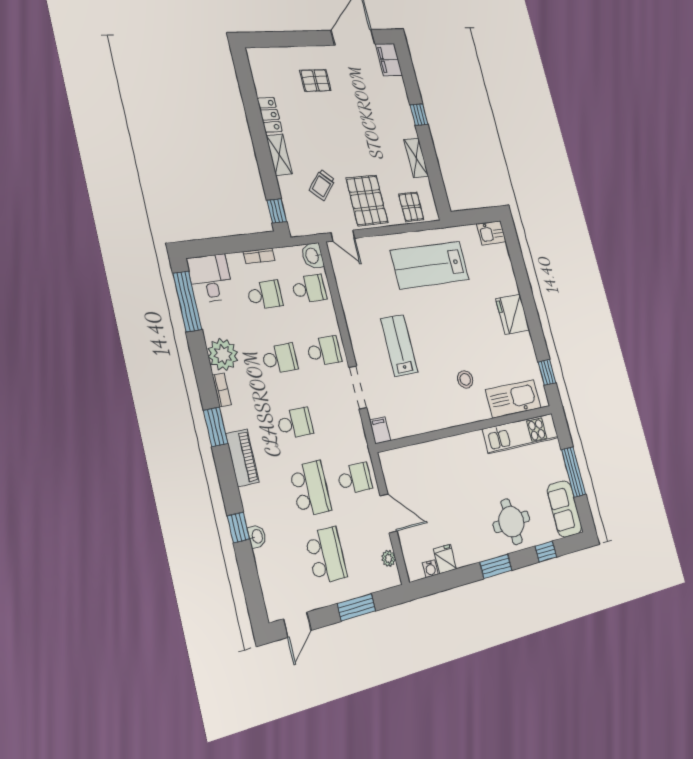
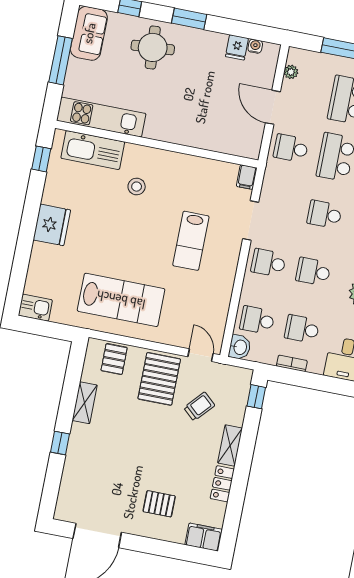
filing cabinet: (389, 60) -> (204, 537), moved, turned -90

